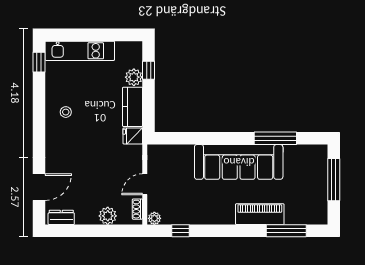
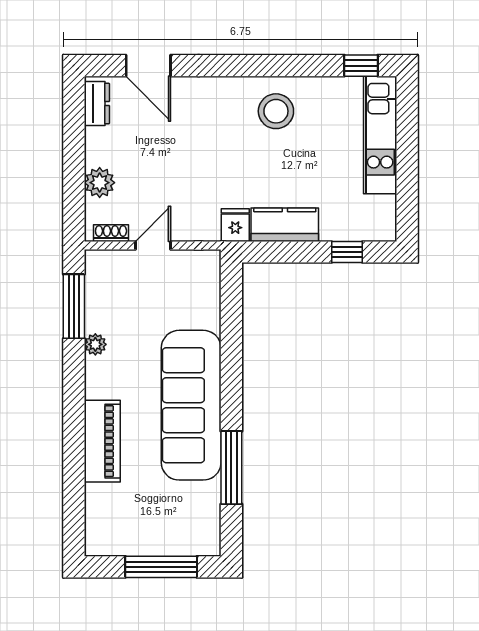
plant: (134, 77) -> (335, 227), removed
stool: (66, 112) -> (276, 111), width x1.89, depth x1.89
door: (145, 184) -> (153, 245), hinge flipped
plant: (154, 218) -> (95, 344), moved
window: (181, 231) -> (74, 306), width x2.17
window: (286, 231) -> (74, 486), removed

